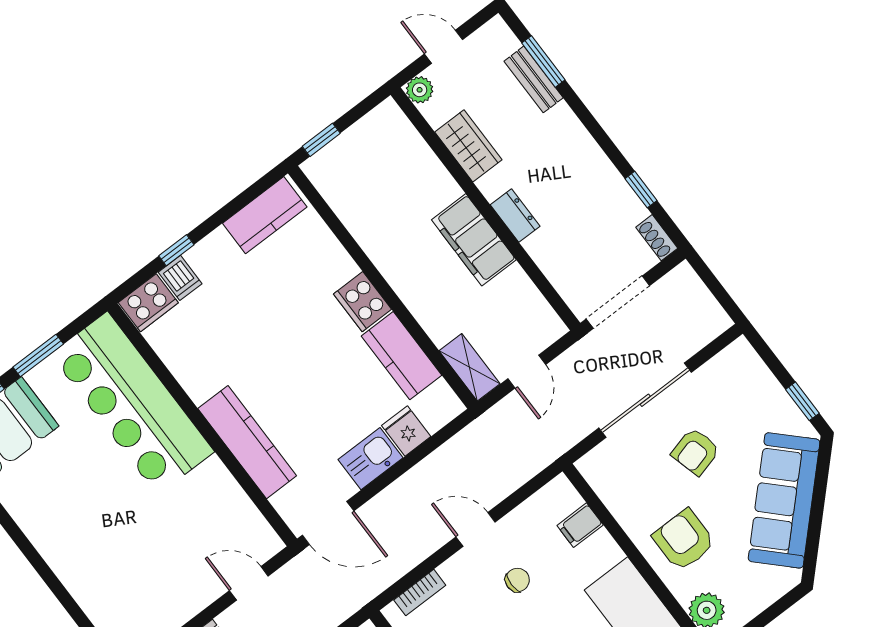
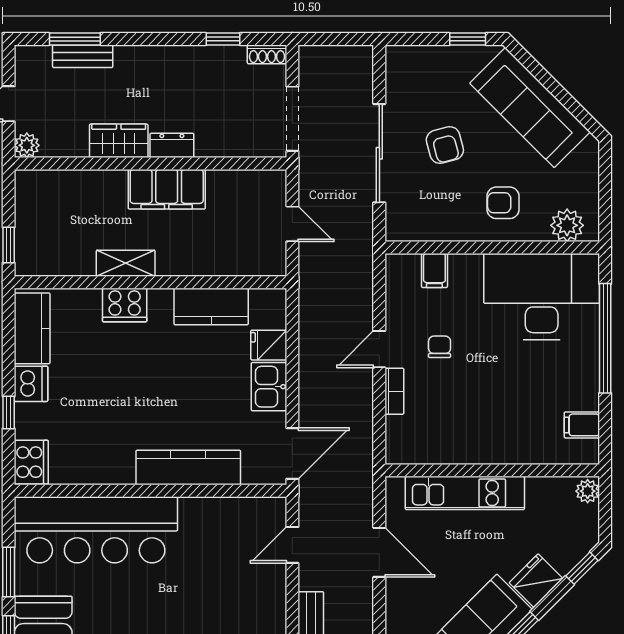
wardrobe: (468, 146) -> (119, 141), moved
dishwasher: (180, 278) -> (31, 384), moved, width x1.38
cooker: (363, 302) -> (125, 305), moved
shelving: (470, 367) -> (126, 263), moved
armchair: (684, 540) -> (503, 203), width x0.72, depth x0.72
bookcase: (420, 593) -> (394, 391), moved

